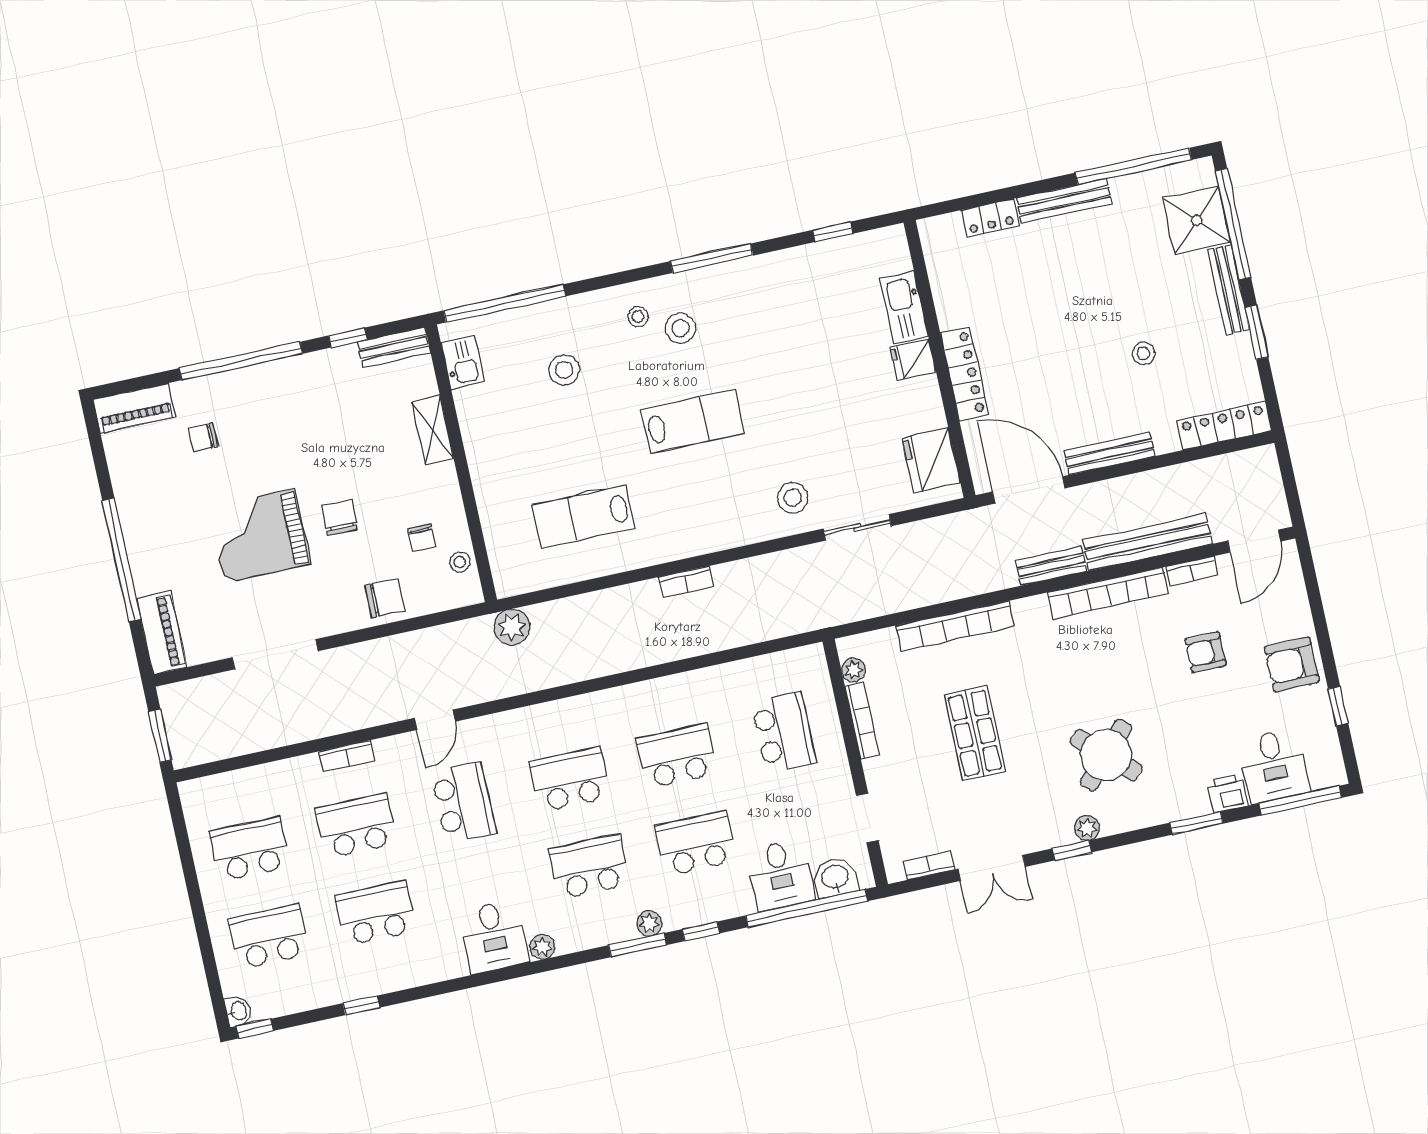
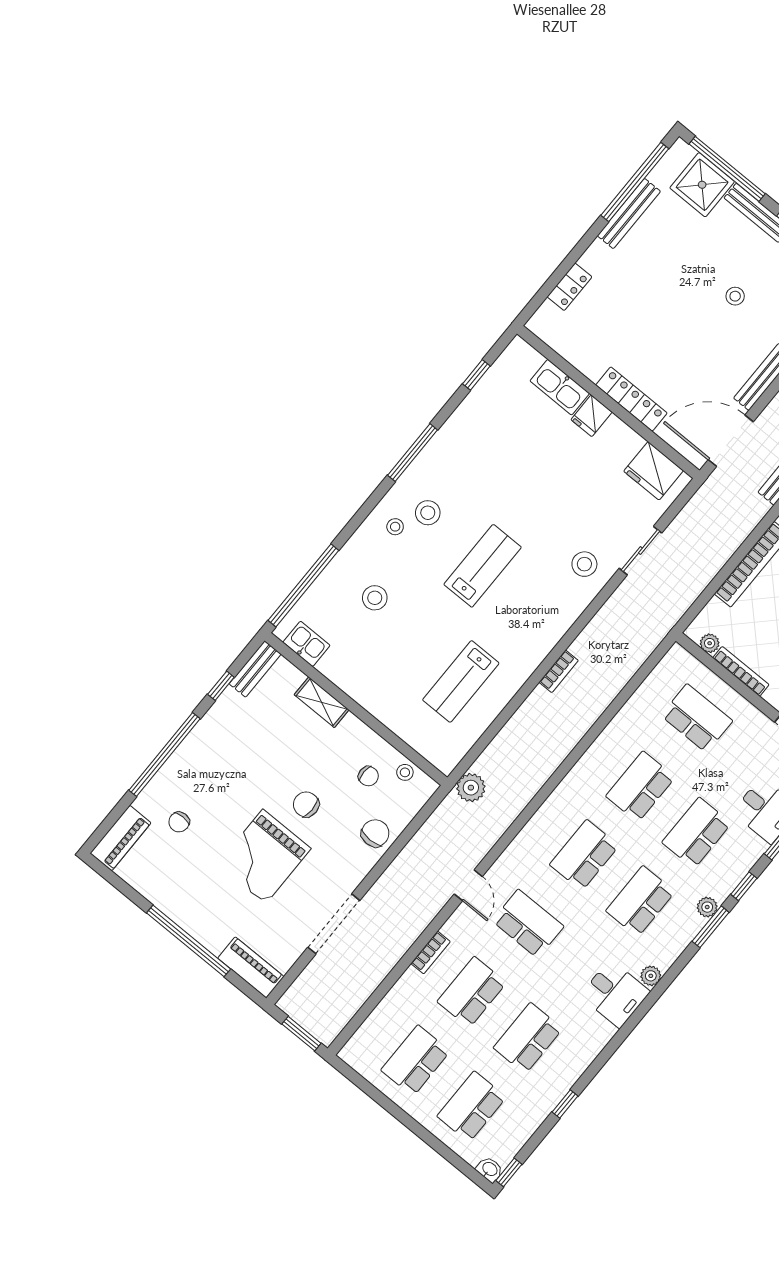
bench: (1064, 201) -> (629, 214), moved

